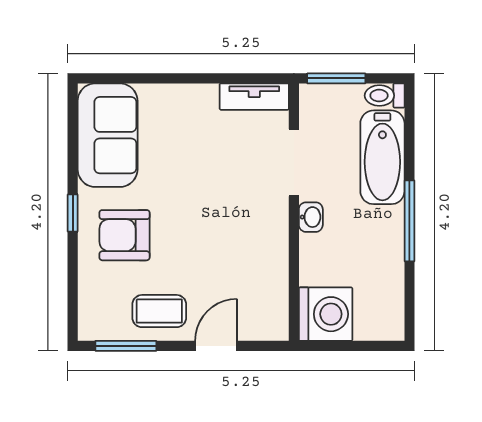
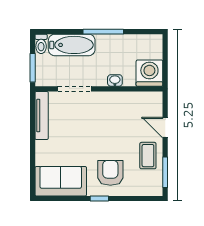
tv unit: (254, 97) -> (42, 116), width x1.41
washbasin: (311, 217) -> (115, 80), moved
armchair: (124, 235) -> (110, 173), turned 180

